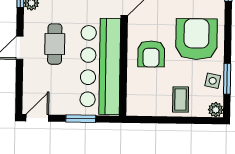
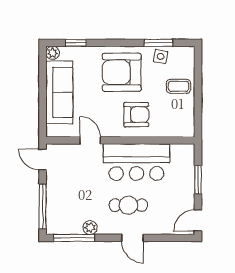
bar counter: (100, 66) -> (137, 162), width x0.73
plant: (216, 110) -> (188, 53), removed
door: (37, 118) -> (198, 220), hinge flipped

